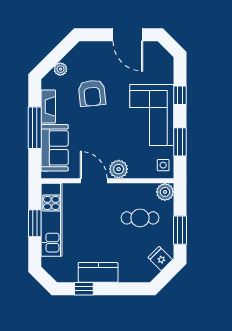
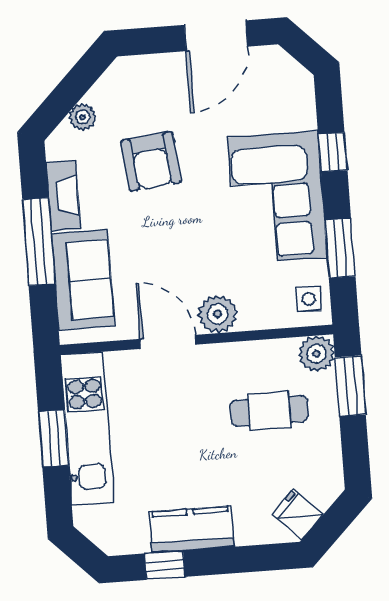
door: (128, 35) -> (216, 36), hinge flipped
window: (180, 230) -> (350, 386), moved
fridge: (160, 259) -> (298, 514), moved

